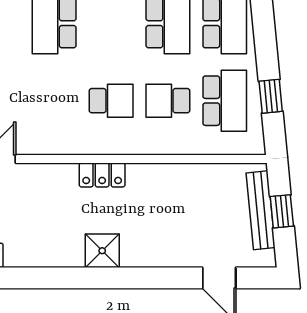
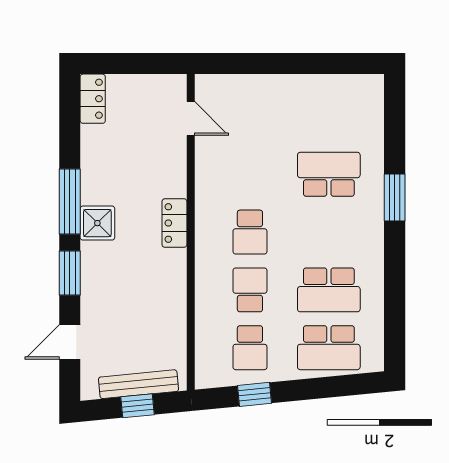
school desk: (225, 101) -> (250, 348), width x0.54
window: (81, 278) -> (70, 202), added
window: (151, 278) -> (70, 273), added

